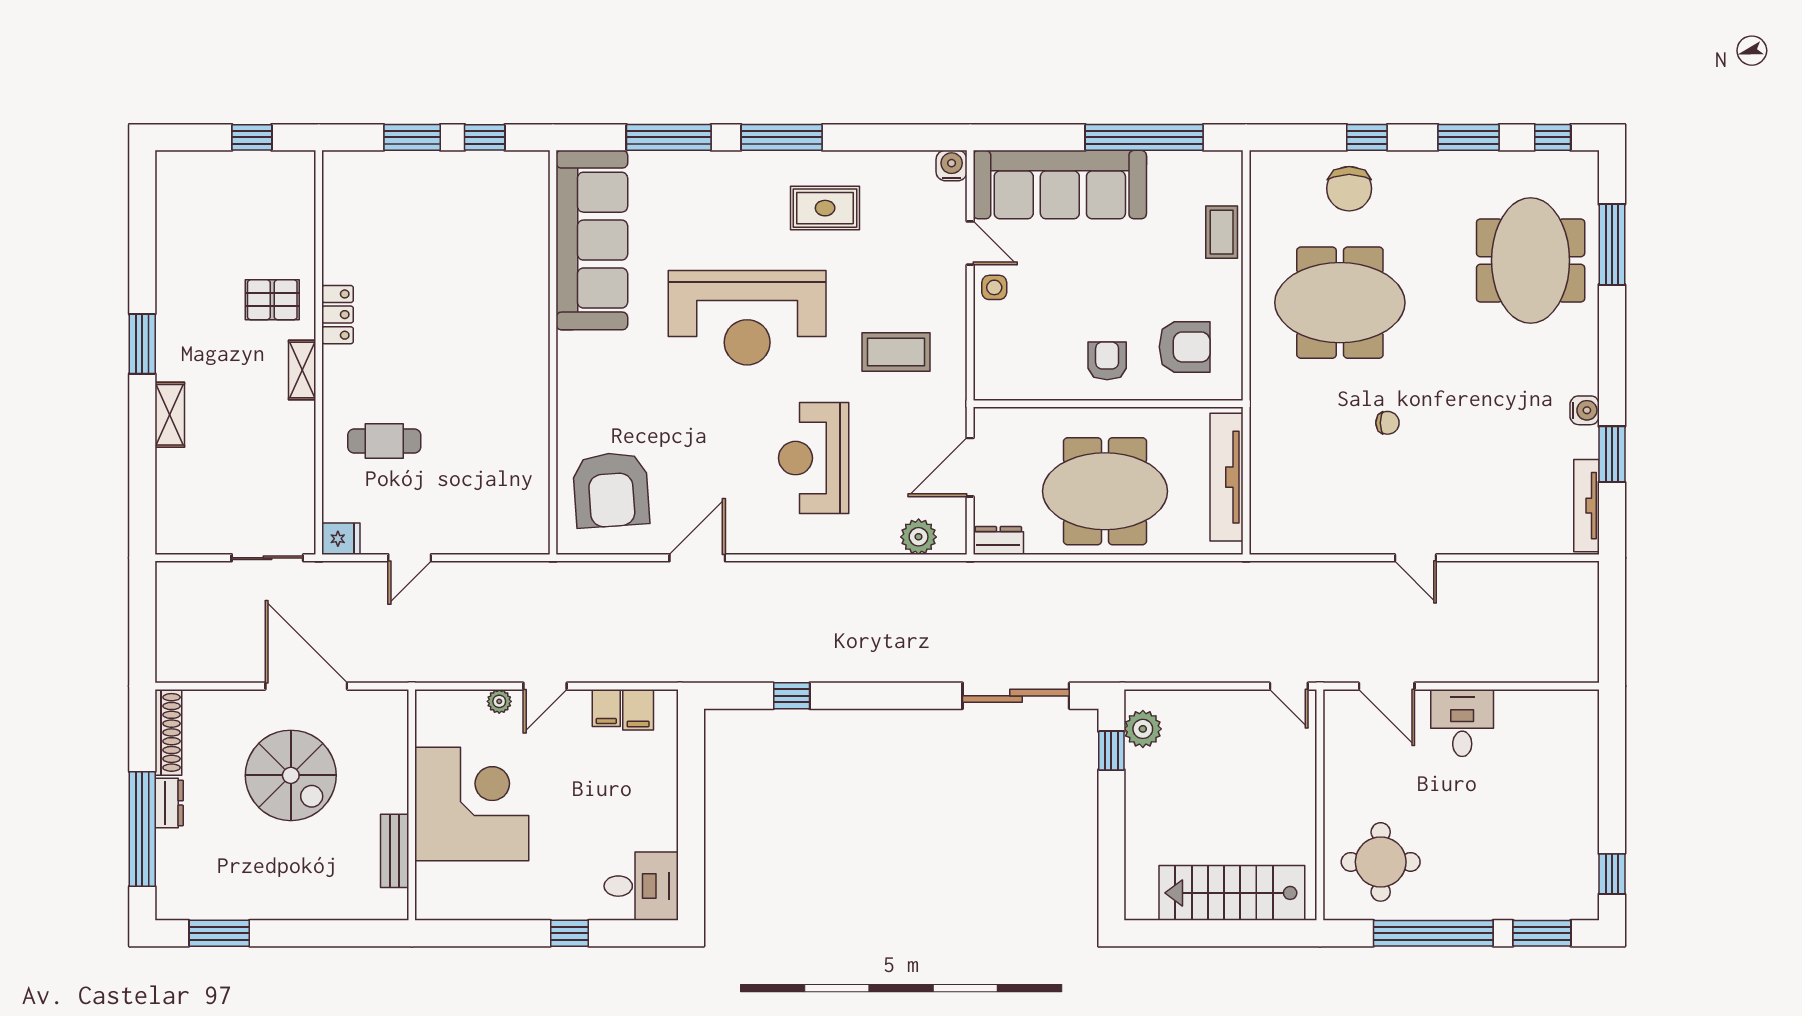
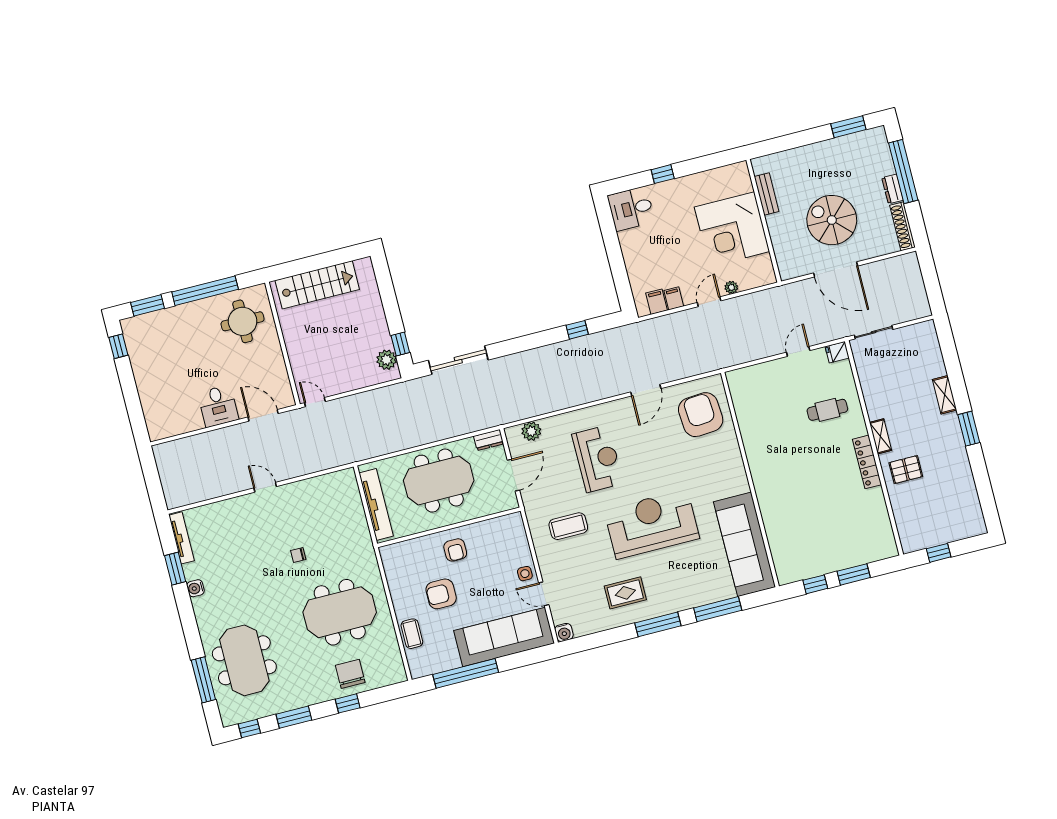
locker: (338, 315) -> (867, 462), width x1.53
armchair: (1185, 347) -> (441, 594), moved

